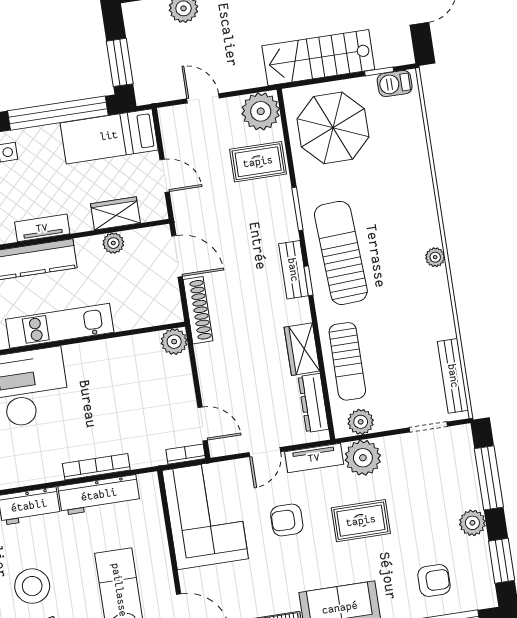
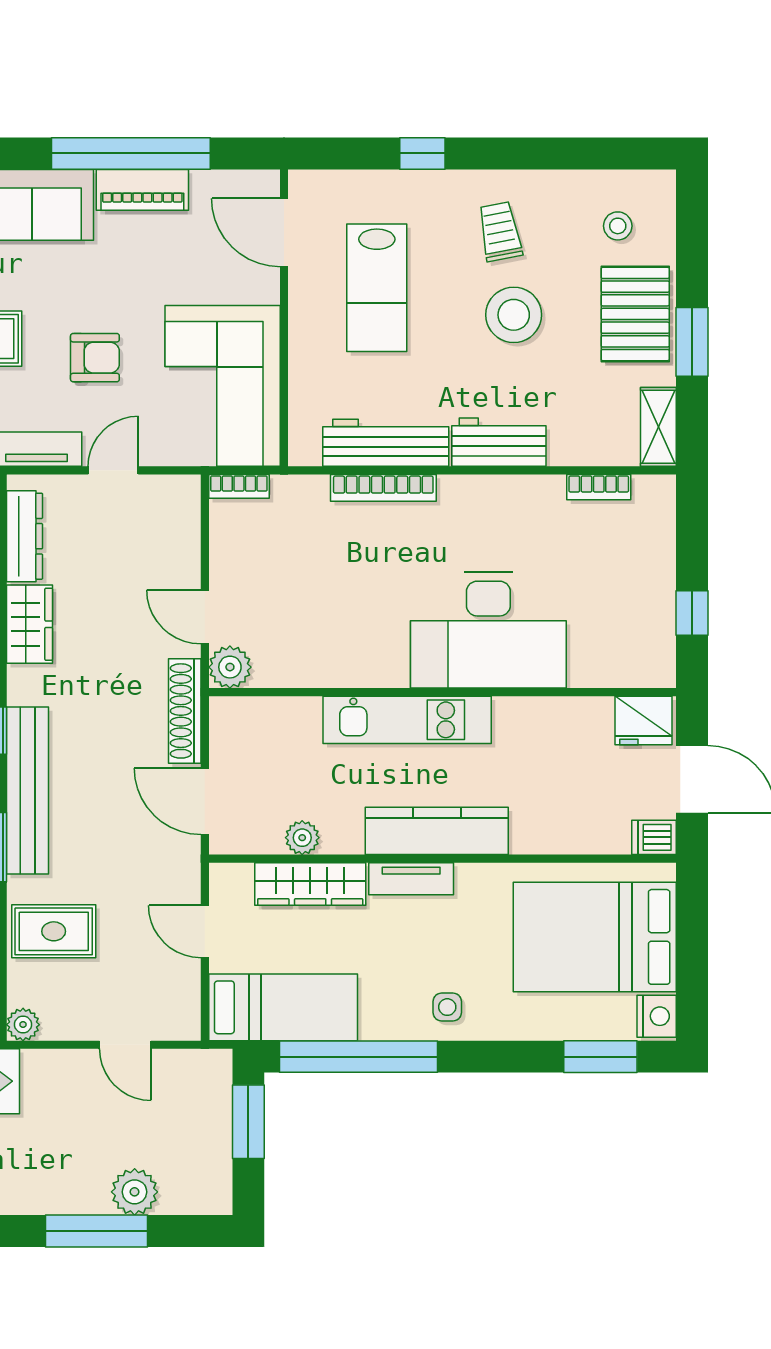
plant: (261, 111) -> (23, 1025), width x0.53, depth x0.53
wardrobe: (115, 213) -> (310, 884), width x1.50
bench: (293, 270) -> (28, 790), width x1.86, depth x1.21
door: (203, 424) -> (205, 617), moved

